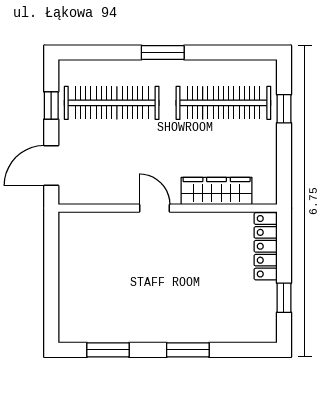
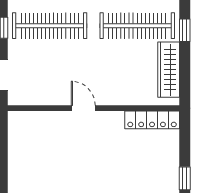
wardrobe: (217, 191) -> (169, 70), moved, turned -90
locker: (266, 246) -> (152, 120), moved, turned -90

